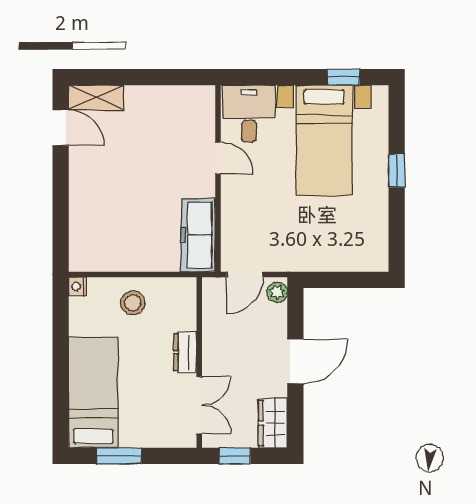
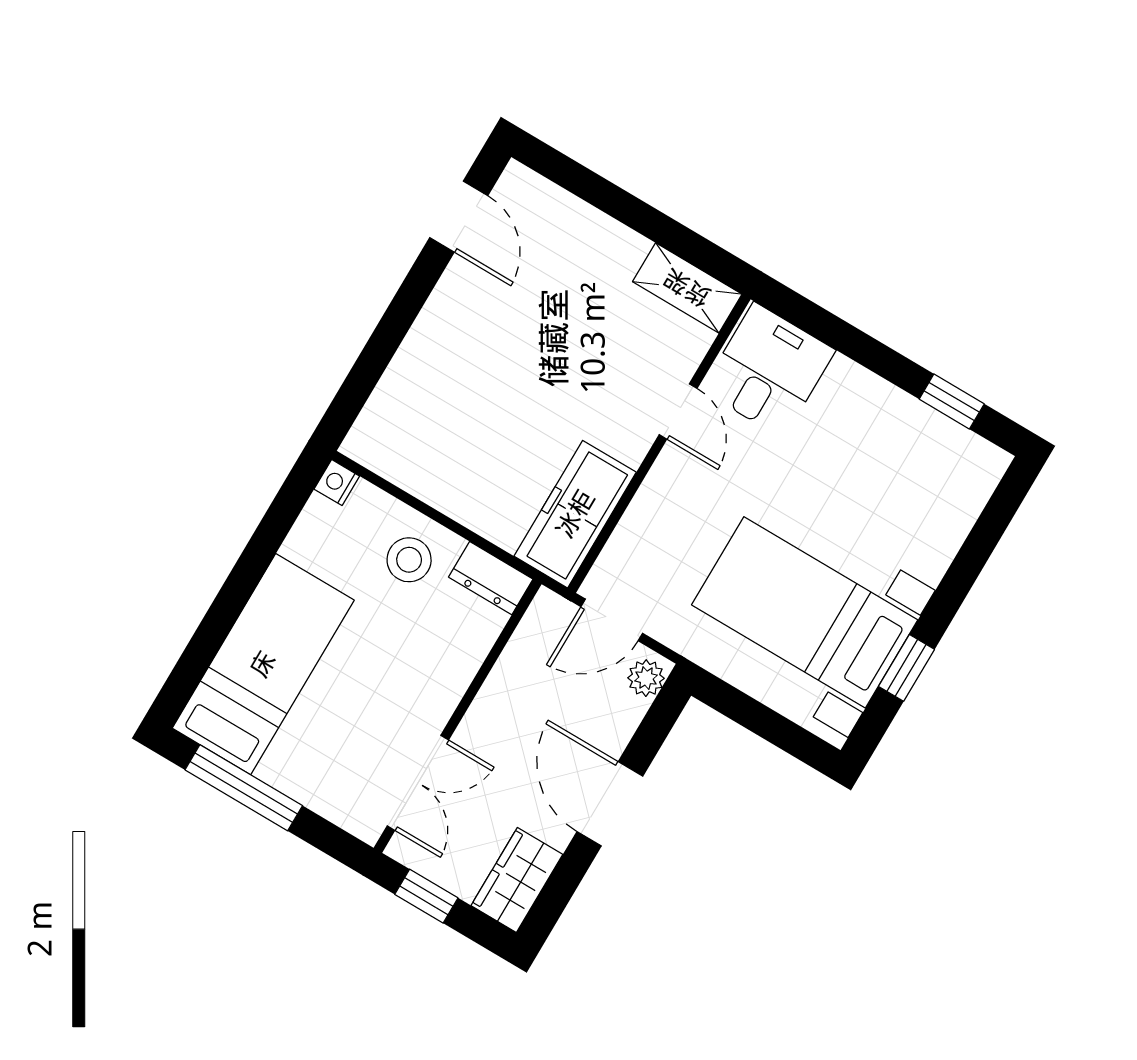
shelving: (96, 97) -> (687, 288), moved
bed with nightstands: (324, 140) -> (805, 612), moved, turned 90
window: (397, 171) -> (906, 668), moved
dresser: (185, 352) -> (491, 578), moved, turned -90
door: (295, 361) -> (610, 804), swing flipped
window: (119, 456) -> (244, 788), width x1.44

